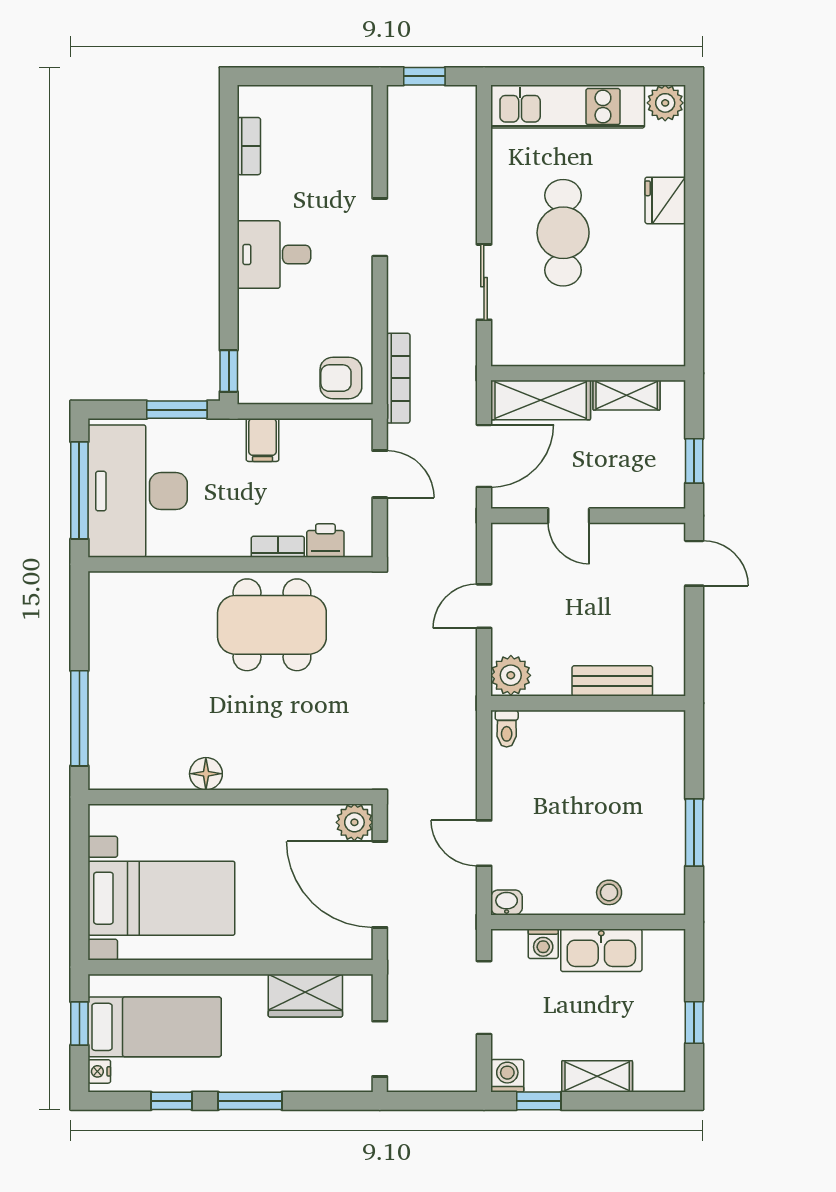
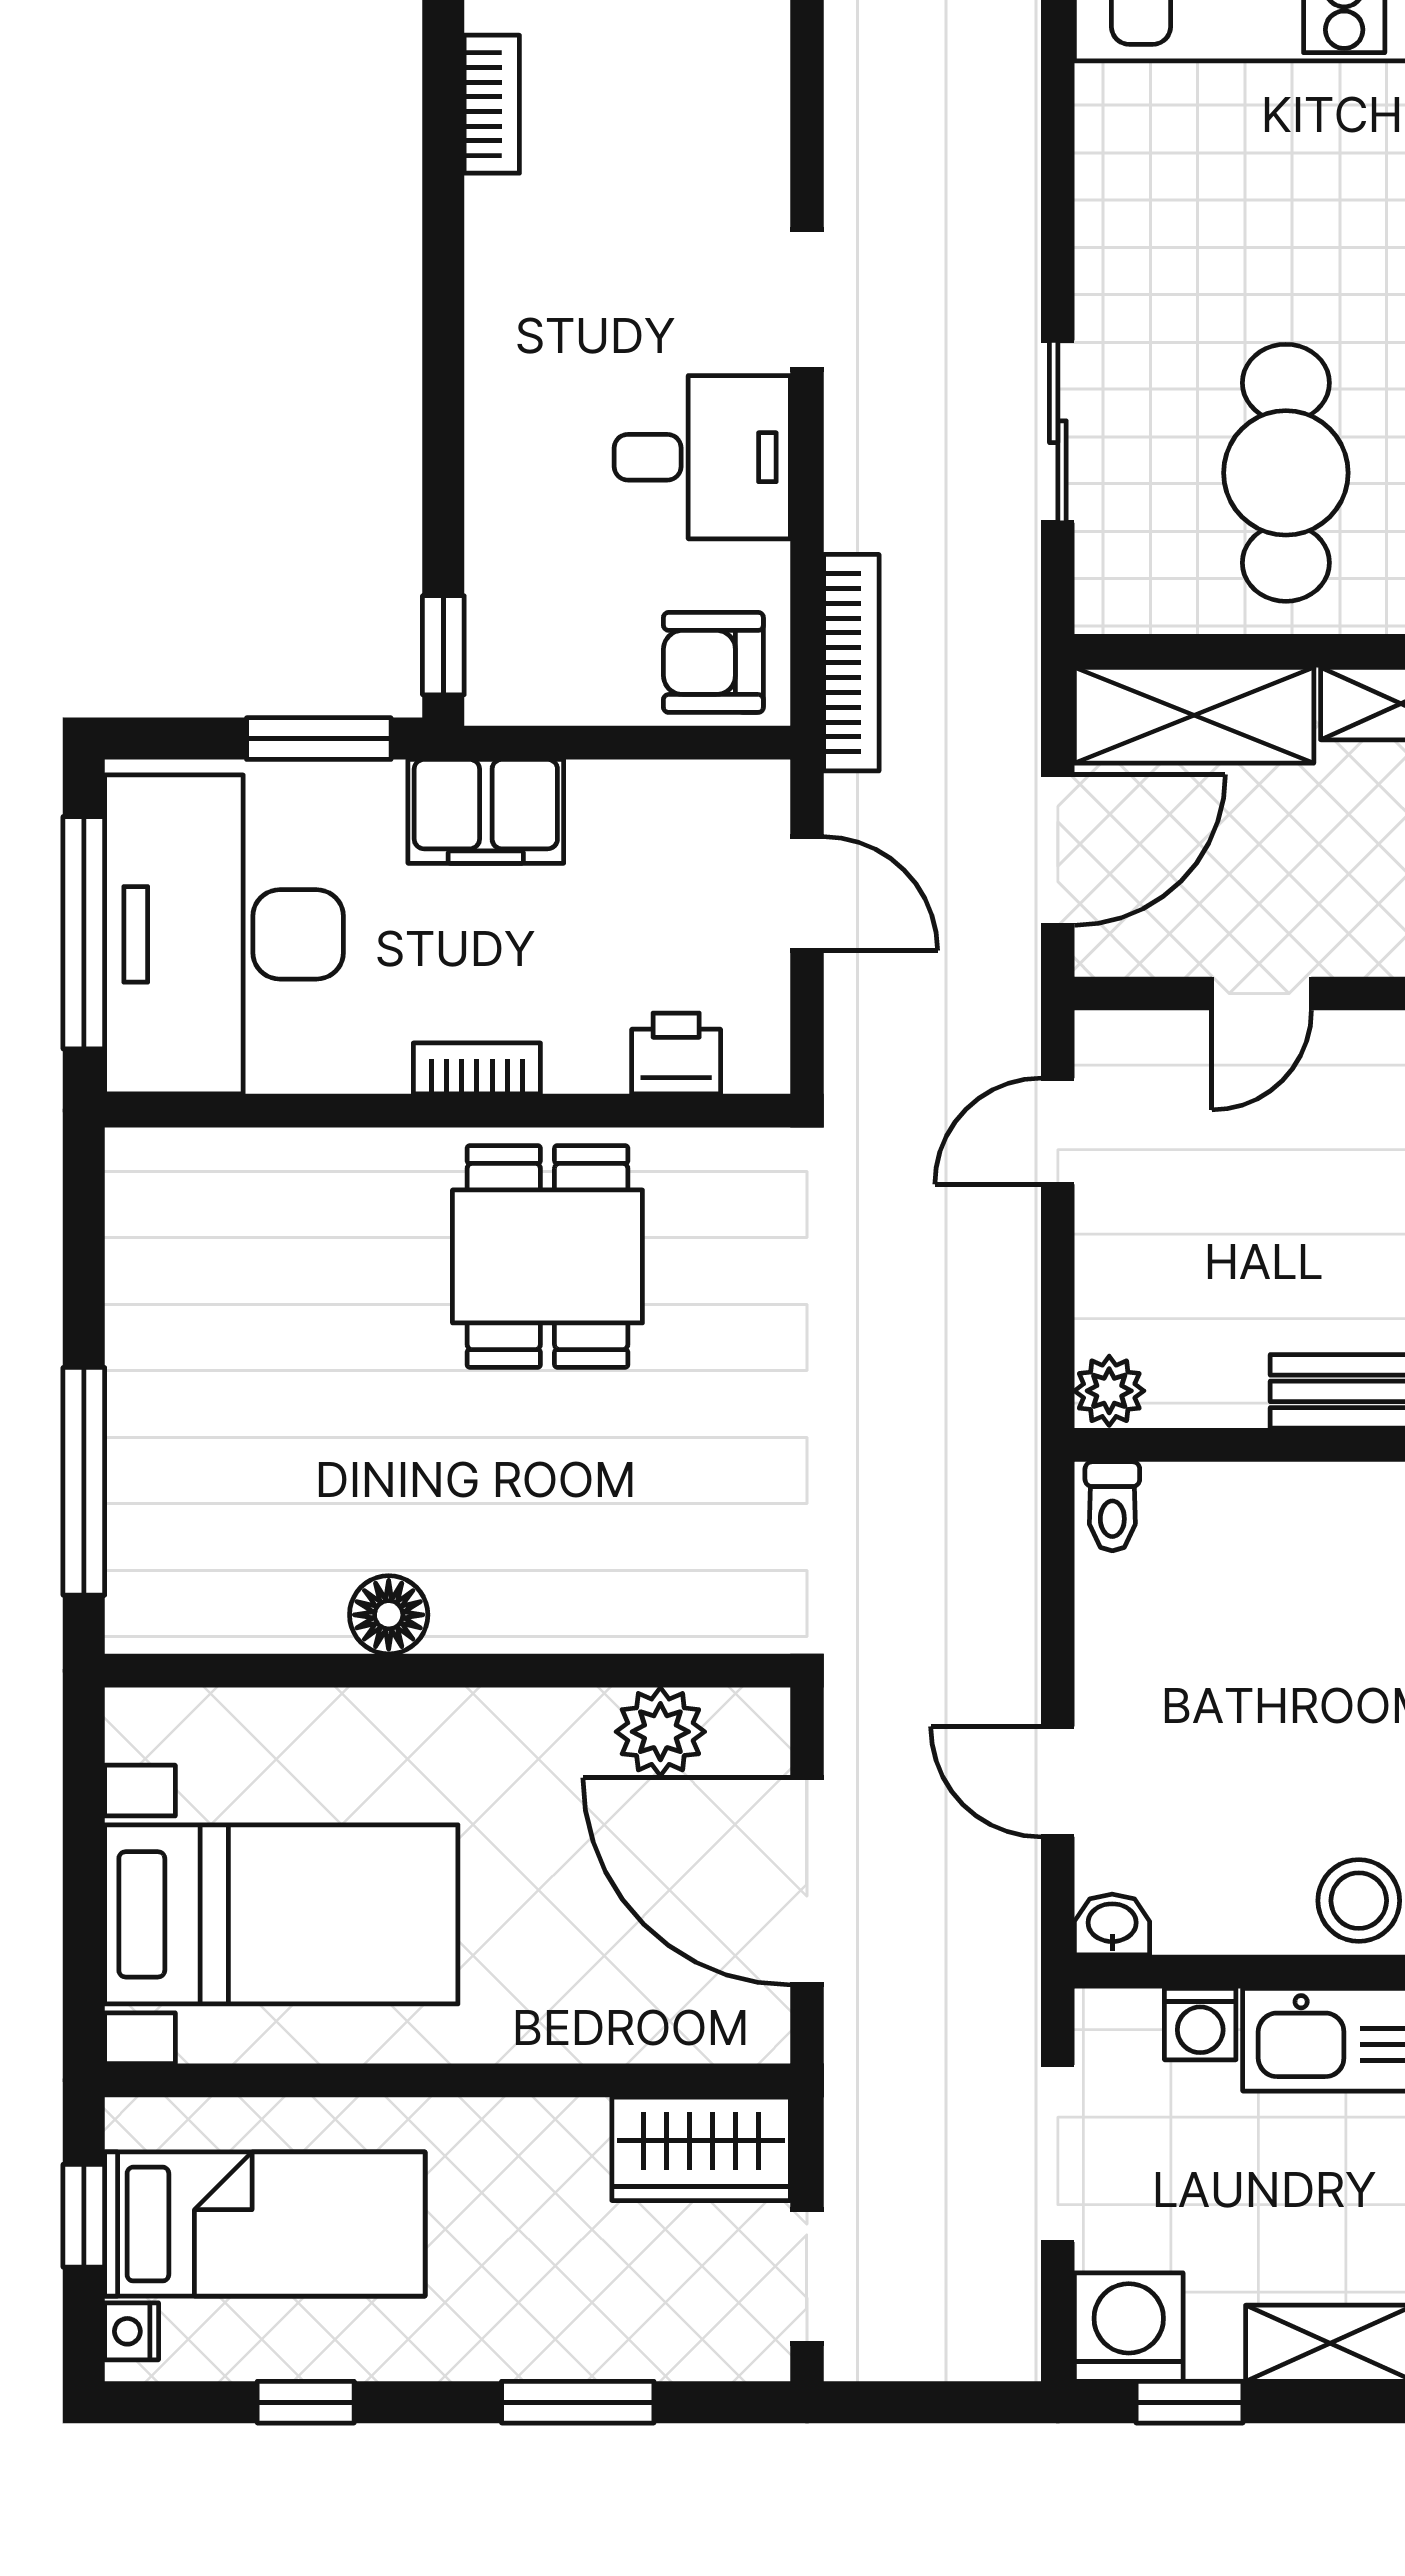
cafe table: (563, 233) -> (1286, 473), moved
desk: (274, 255) -> (702, 457), moved, turned 180
filing cabinet: (263, 440) -> (486, 811), width x2.00
door: (569, 516) -> (1262, 994), hinge flipped
bookcase: (278, 547) -> (477, 1068), moved
door: (484, 606) -> (1058, 1131), moved
dining table: (272, 625) -> (547, 1256), width x0.73
plant: (511, 675) -> (1109, 1391), width x0.73, depth x0.73
plant: (354, 822) -> (660, 1732), moved
stool: (609, 892) -> (1359, 1901), width x1.37, depth x1.37
wardrobe: (305, 996) -> (701, 2149), moved
washing machine: (507, 1076) -> (1129, 2327), width x1.38, depth x1.38
window: (250, 1101) -> (578, 2402), moved

